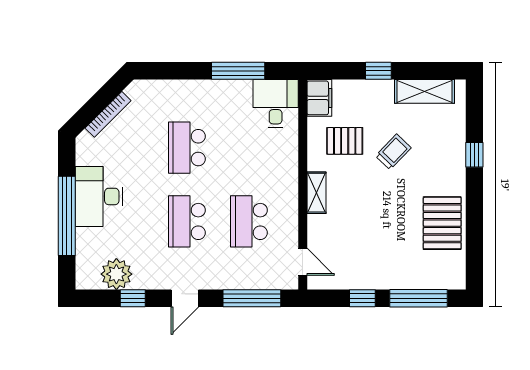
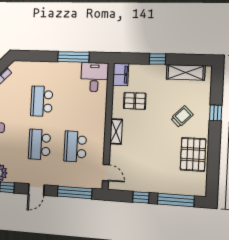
trolley: (393, 152) -> (182, 117), moved

